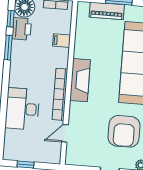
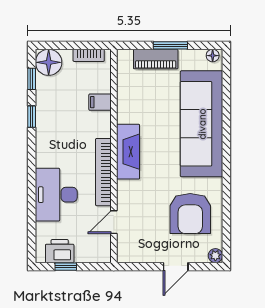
printer: (22, 29) -> (60, 251), moved, turned -90
window: (8, 48) -> (32, 117), width x0.67

